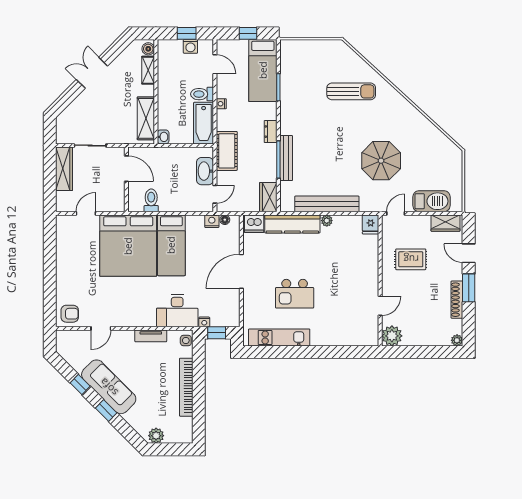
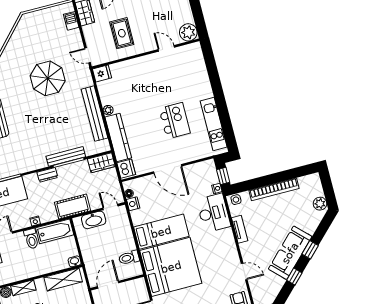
barbecue: (432, 201) -> (71, 21), width x0.53, depth x0.65

